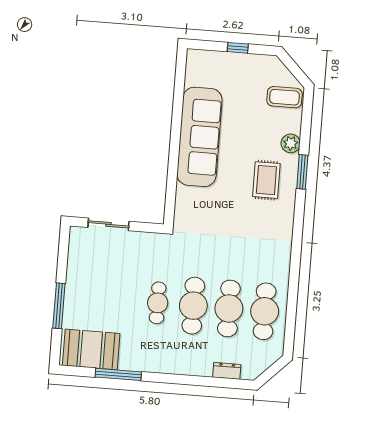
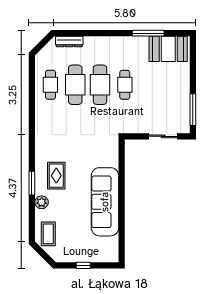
coffee table: (284, 97) -> (48, 234), turned 90
window: (59, 306) -> (193, 110), moved
cafe table: (265, 311) -> (50, 85), width x0.73, depth x0.74
dresser: (227, 371) -> (69, 42), width x1.44

